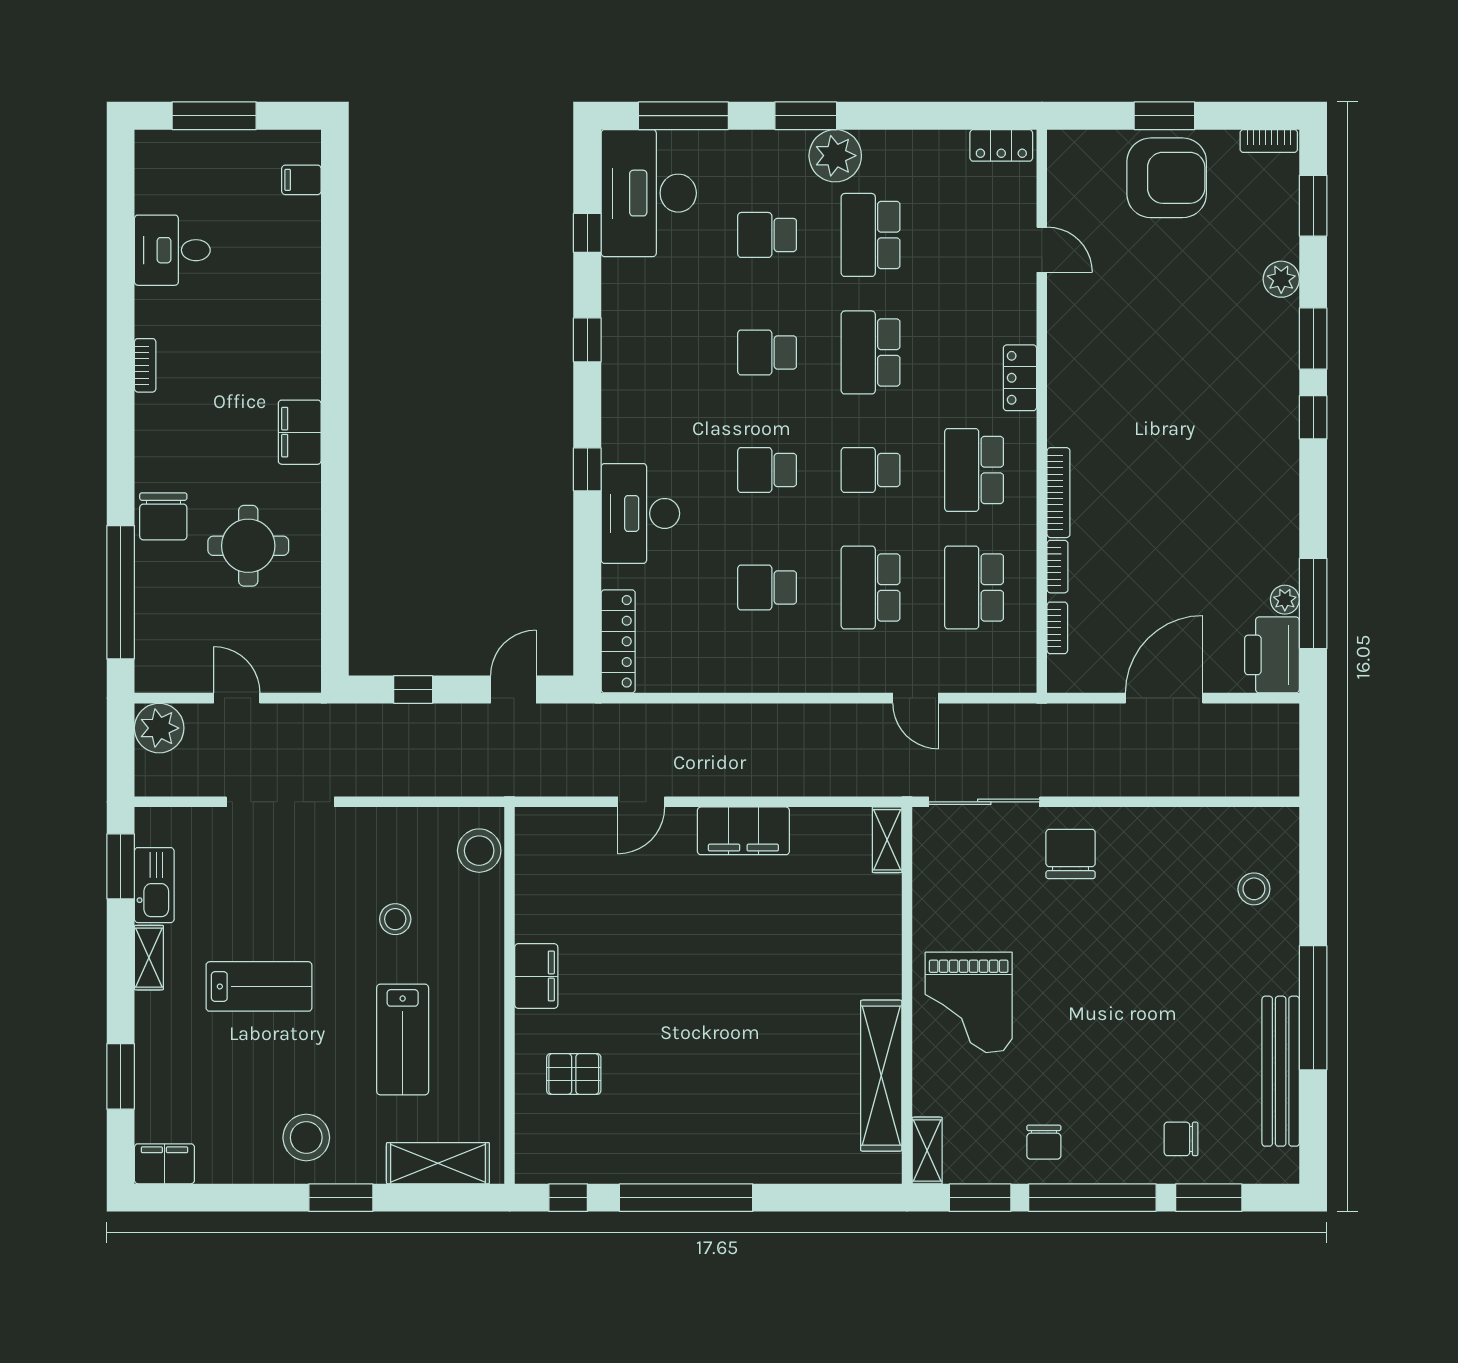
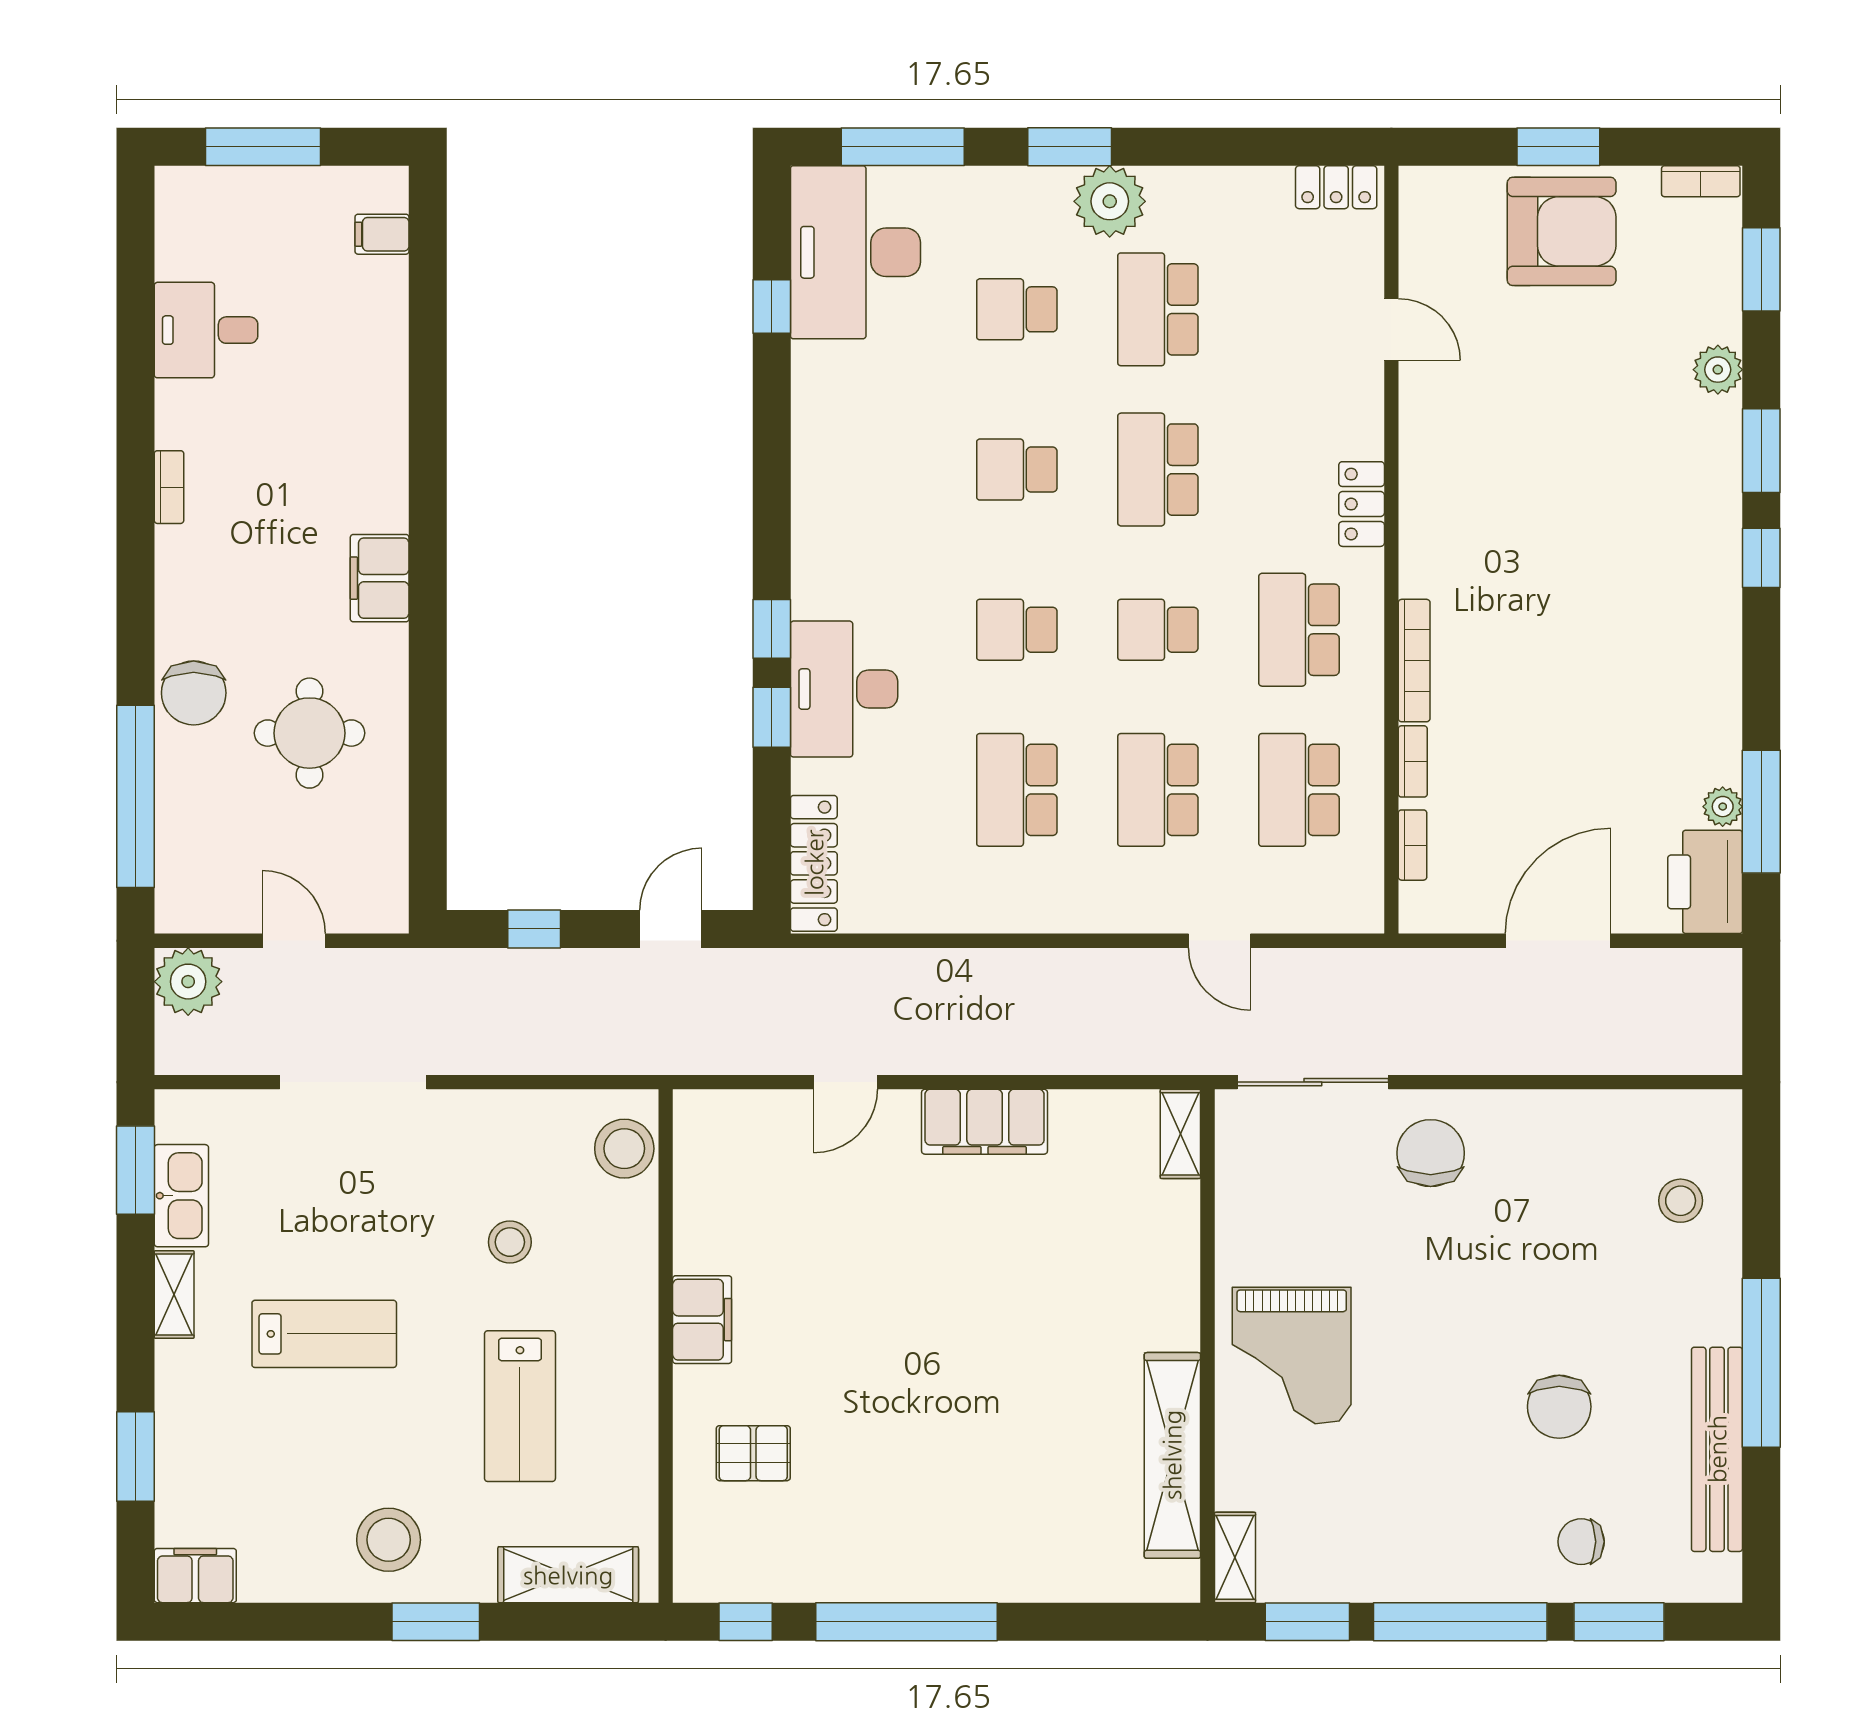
window: (587, 340) -> (772, 717), moved
school desk: (767, 587) -> (1017, 790), width x1.85
chair: (1044, 1142) -> (1559, 1407), moved, width x1.37, depth x1.37

